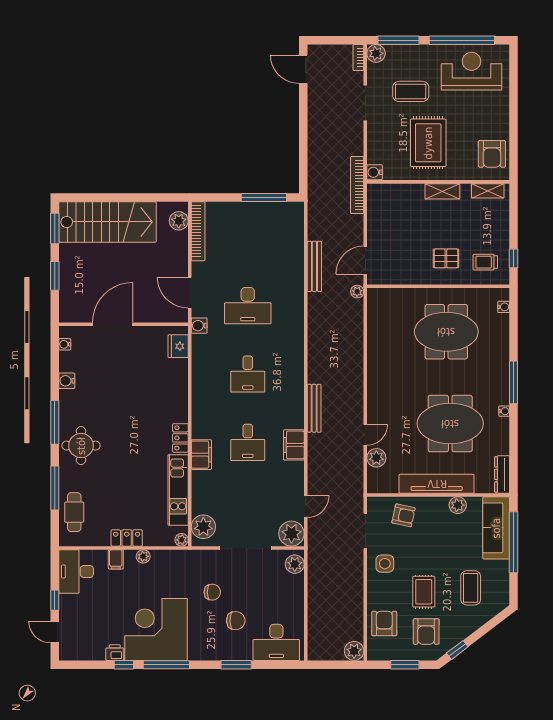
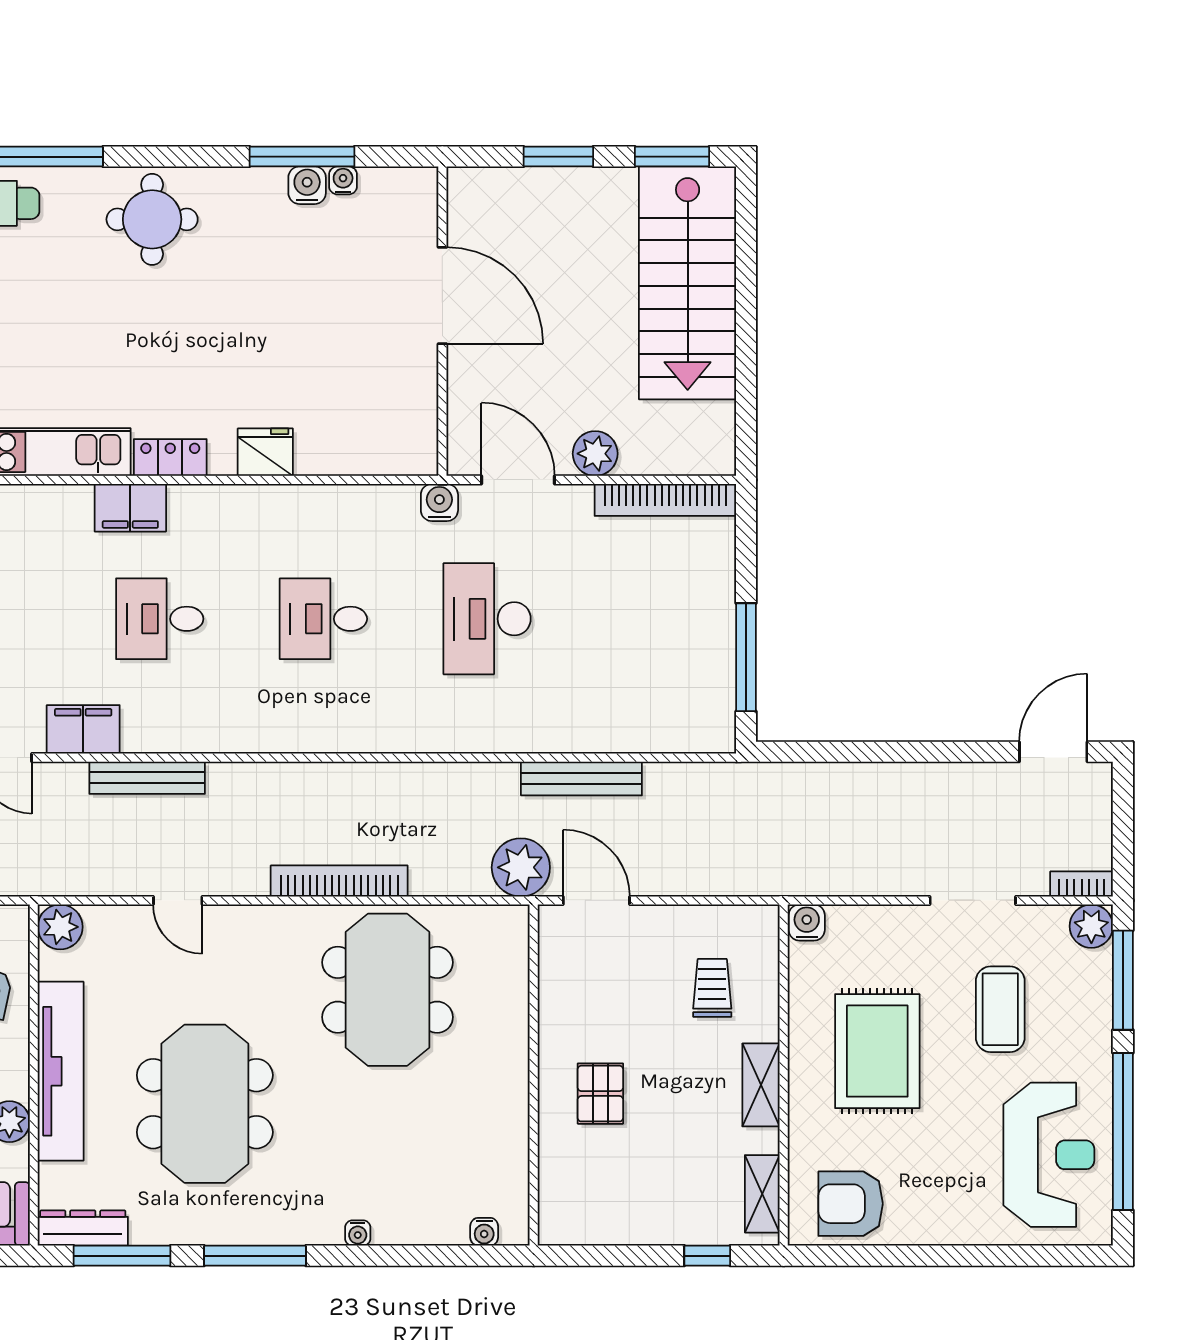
rug: (428, 143) -> (877, 1051), turned 90
bookcase: (357, 185) -> (339, 881), moved
plant: (179, 221) -> (595, 454), moved
window: (514, 258) -> (707, 1256), moved
trolley: (485, 262) -> (712, 988), moved
plant: (357, 292) -> (521, 867), width x1.88, depth x1.88
door: (190, 293) -> (518, 480), hinge flipped
meeting table: (446, 332) -> (387, 990), moved
water cooler: (65, 344) -> (343, 180), moved
fridge: (178, 346) -> (265, 452), moved
window: (514, 382) -> (255, 1256), moved
bench: (314, 408) -> (147, 778), moved
water cooler: (504, 411) -> (358, 1233), moved
window: (55, 422) -> (302, 157), moved
filing cabinet: (294, 445) -> (83, 729), moved
plant: (376, 458) -> (60, 927), moved
window: (514, 458) -> (122, 1256), added

